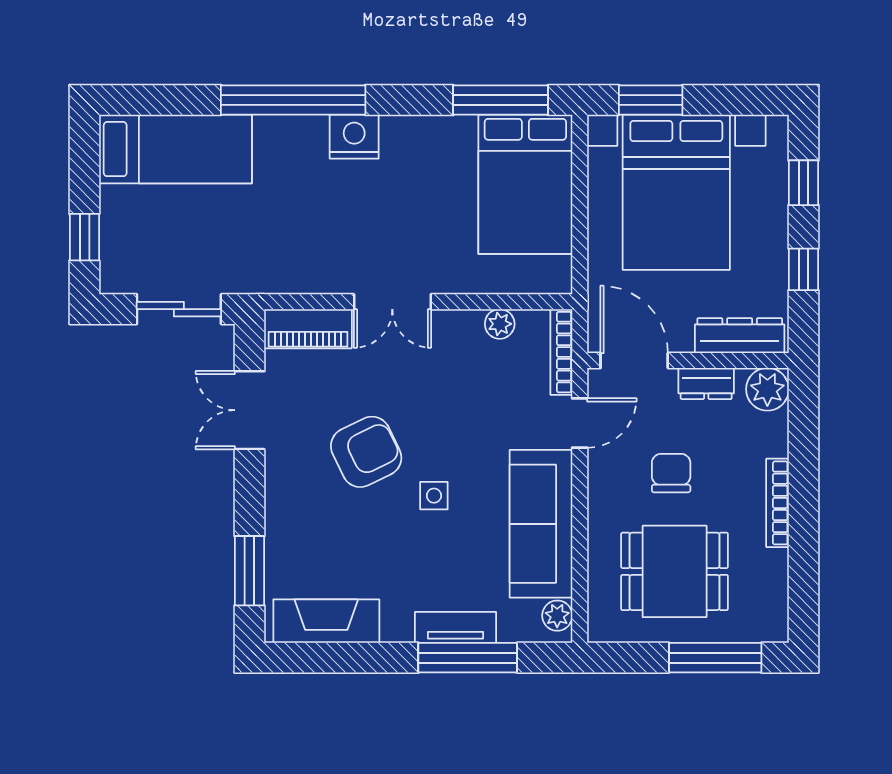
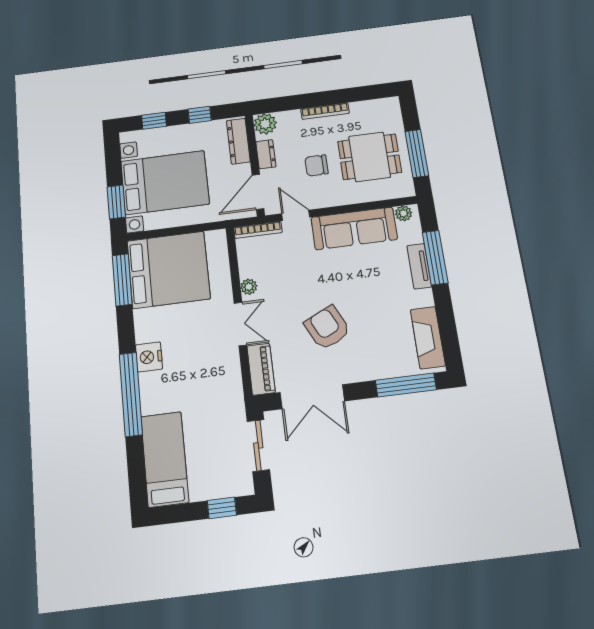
bed: (525, 184) -> (168, 270), width x1.36
plant: (500, 324) -> (249, 287), moved
double door: (250, 410) -> (312, 397), width x1.37
side table: (434, 496) -> (347, 287), removed
window: (250, 571) -> (406, 385), width x1.44
dining table: (675, 571) -> (370, 157), turned 90
window: (715, 658) -> (417, 153), moved

